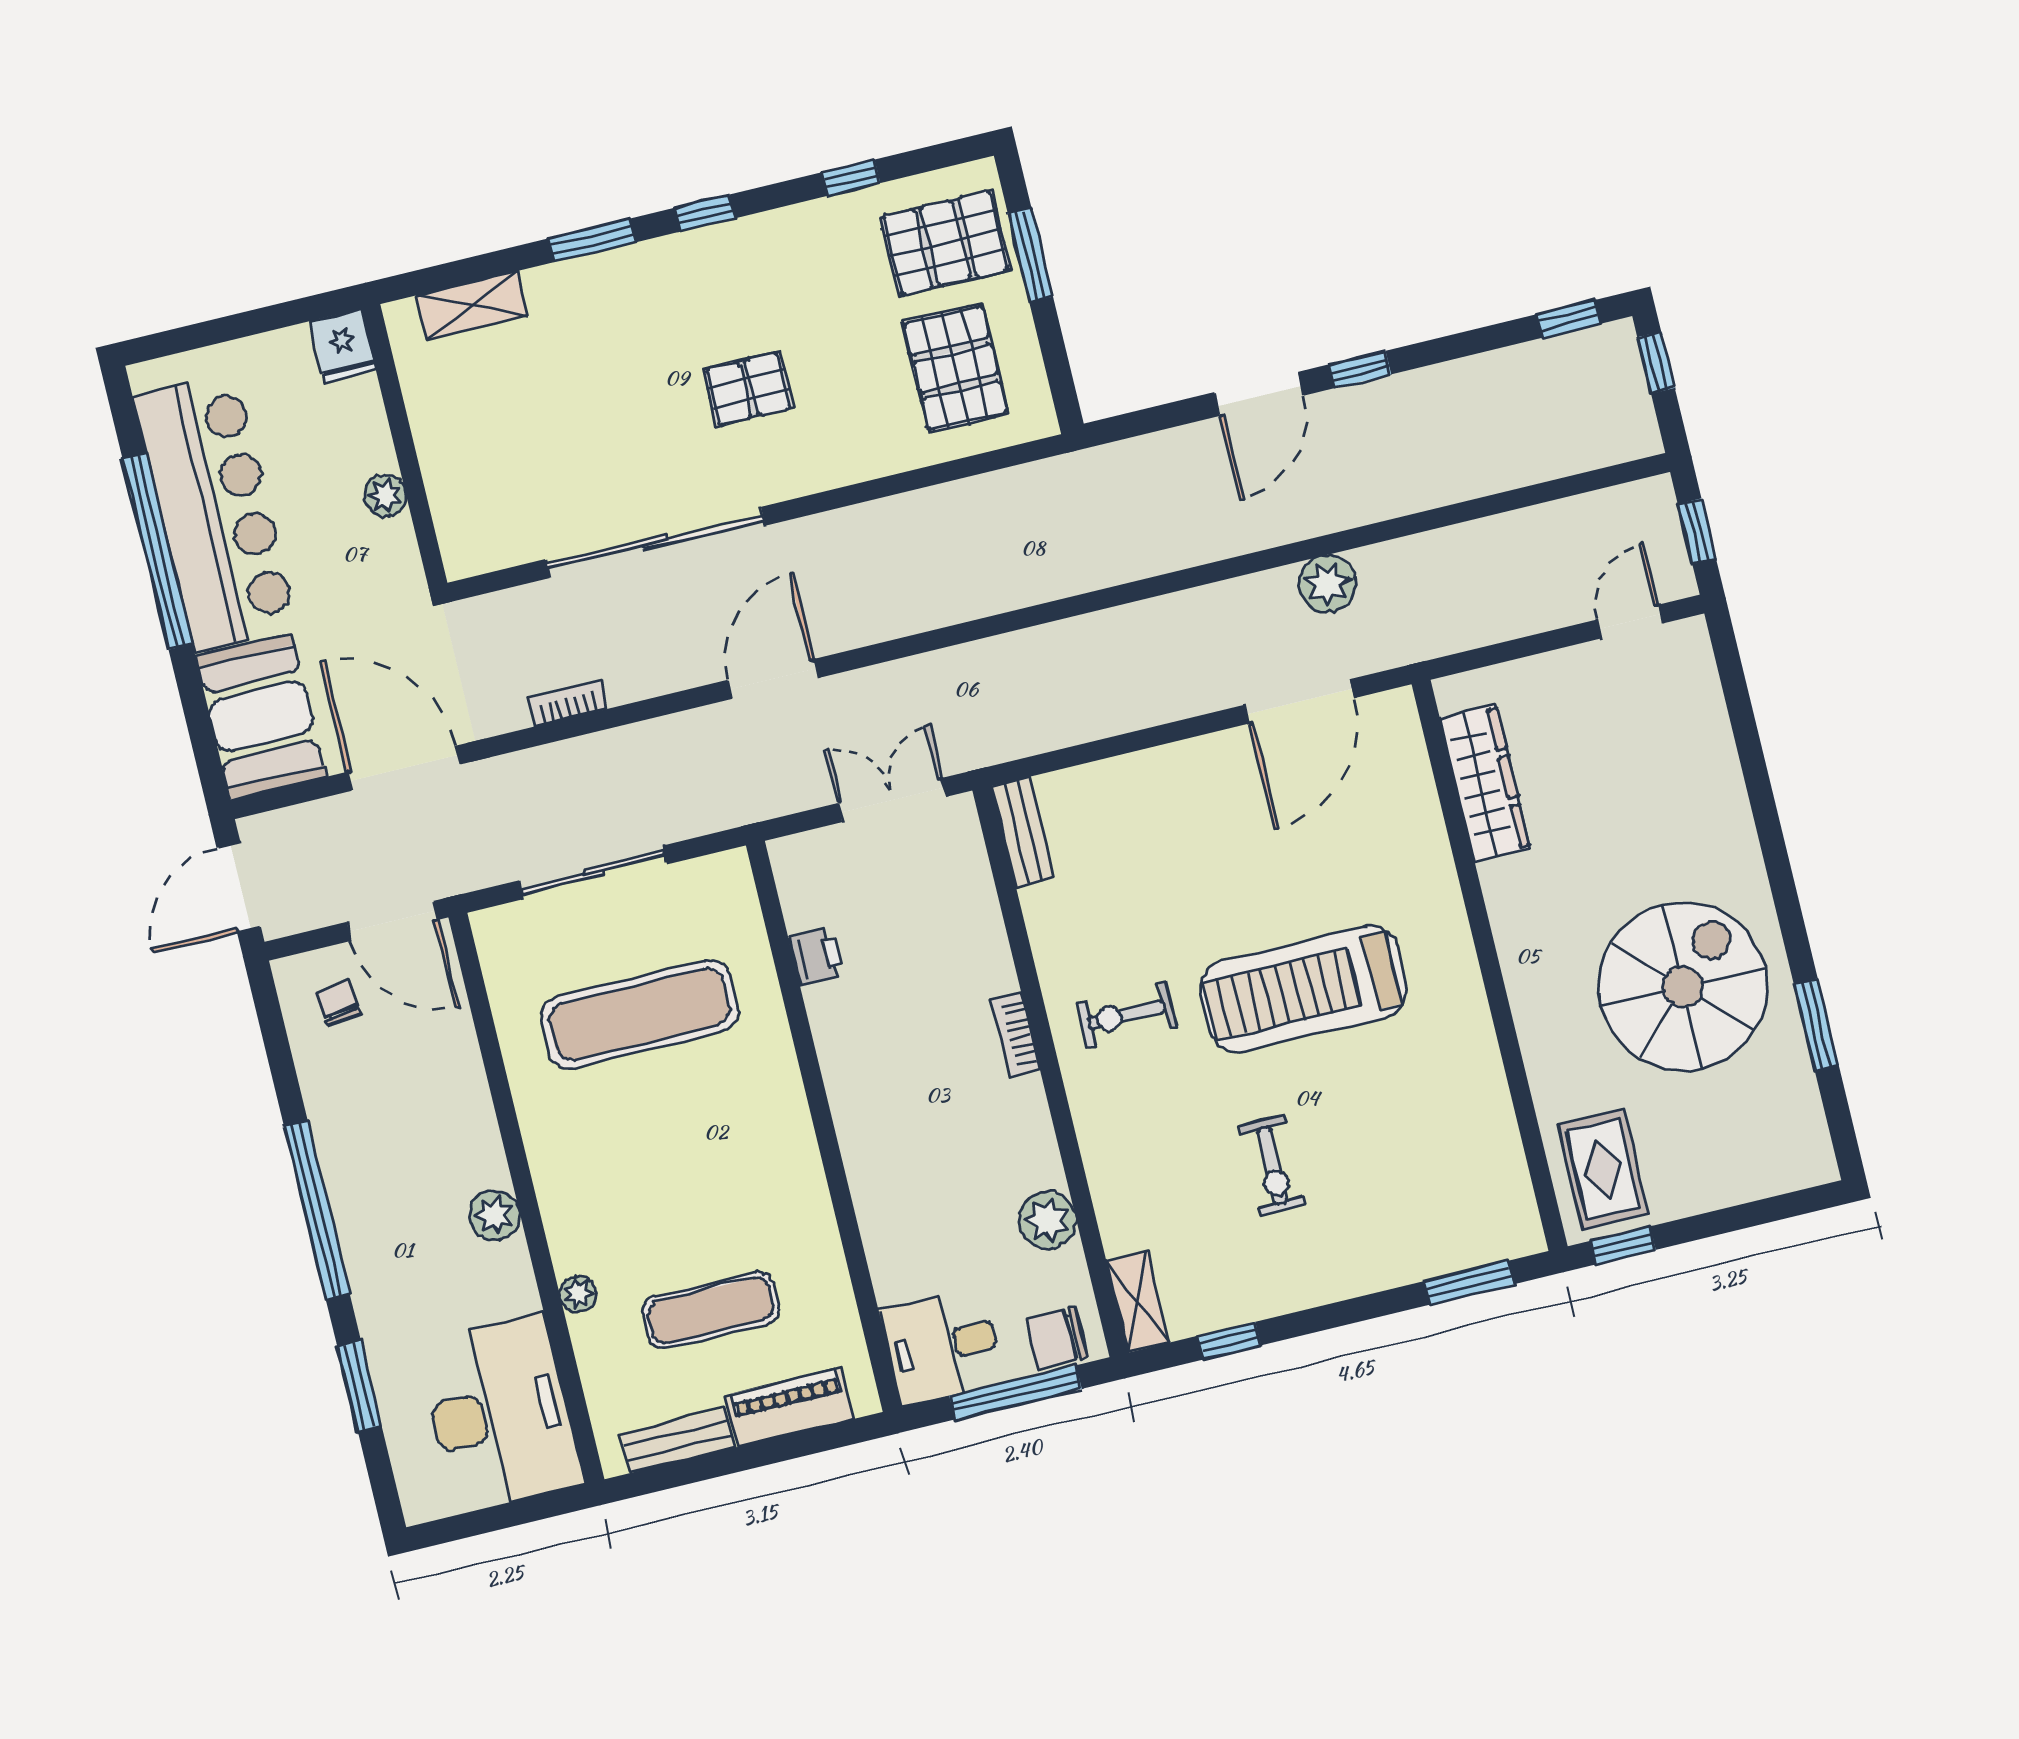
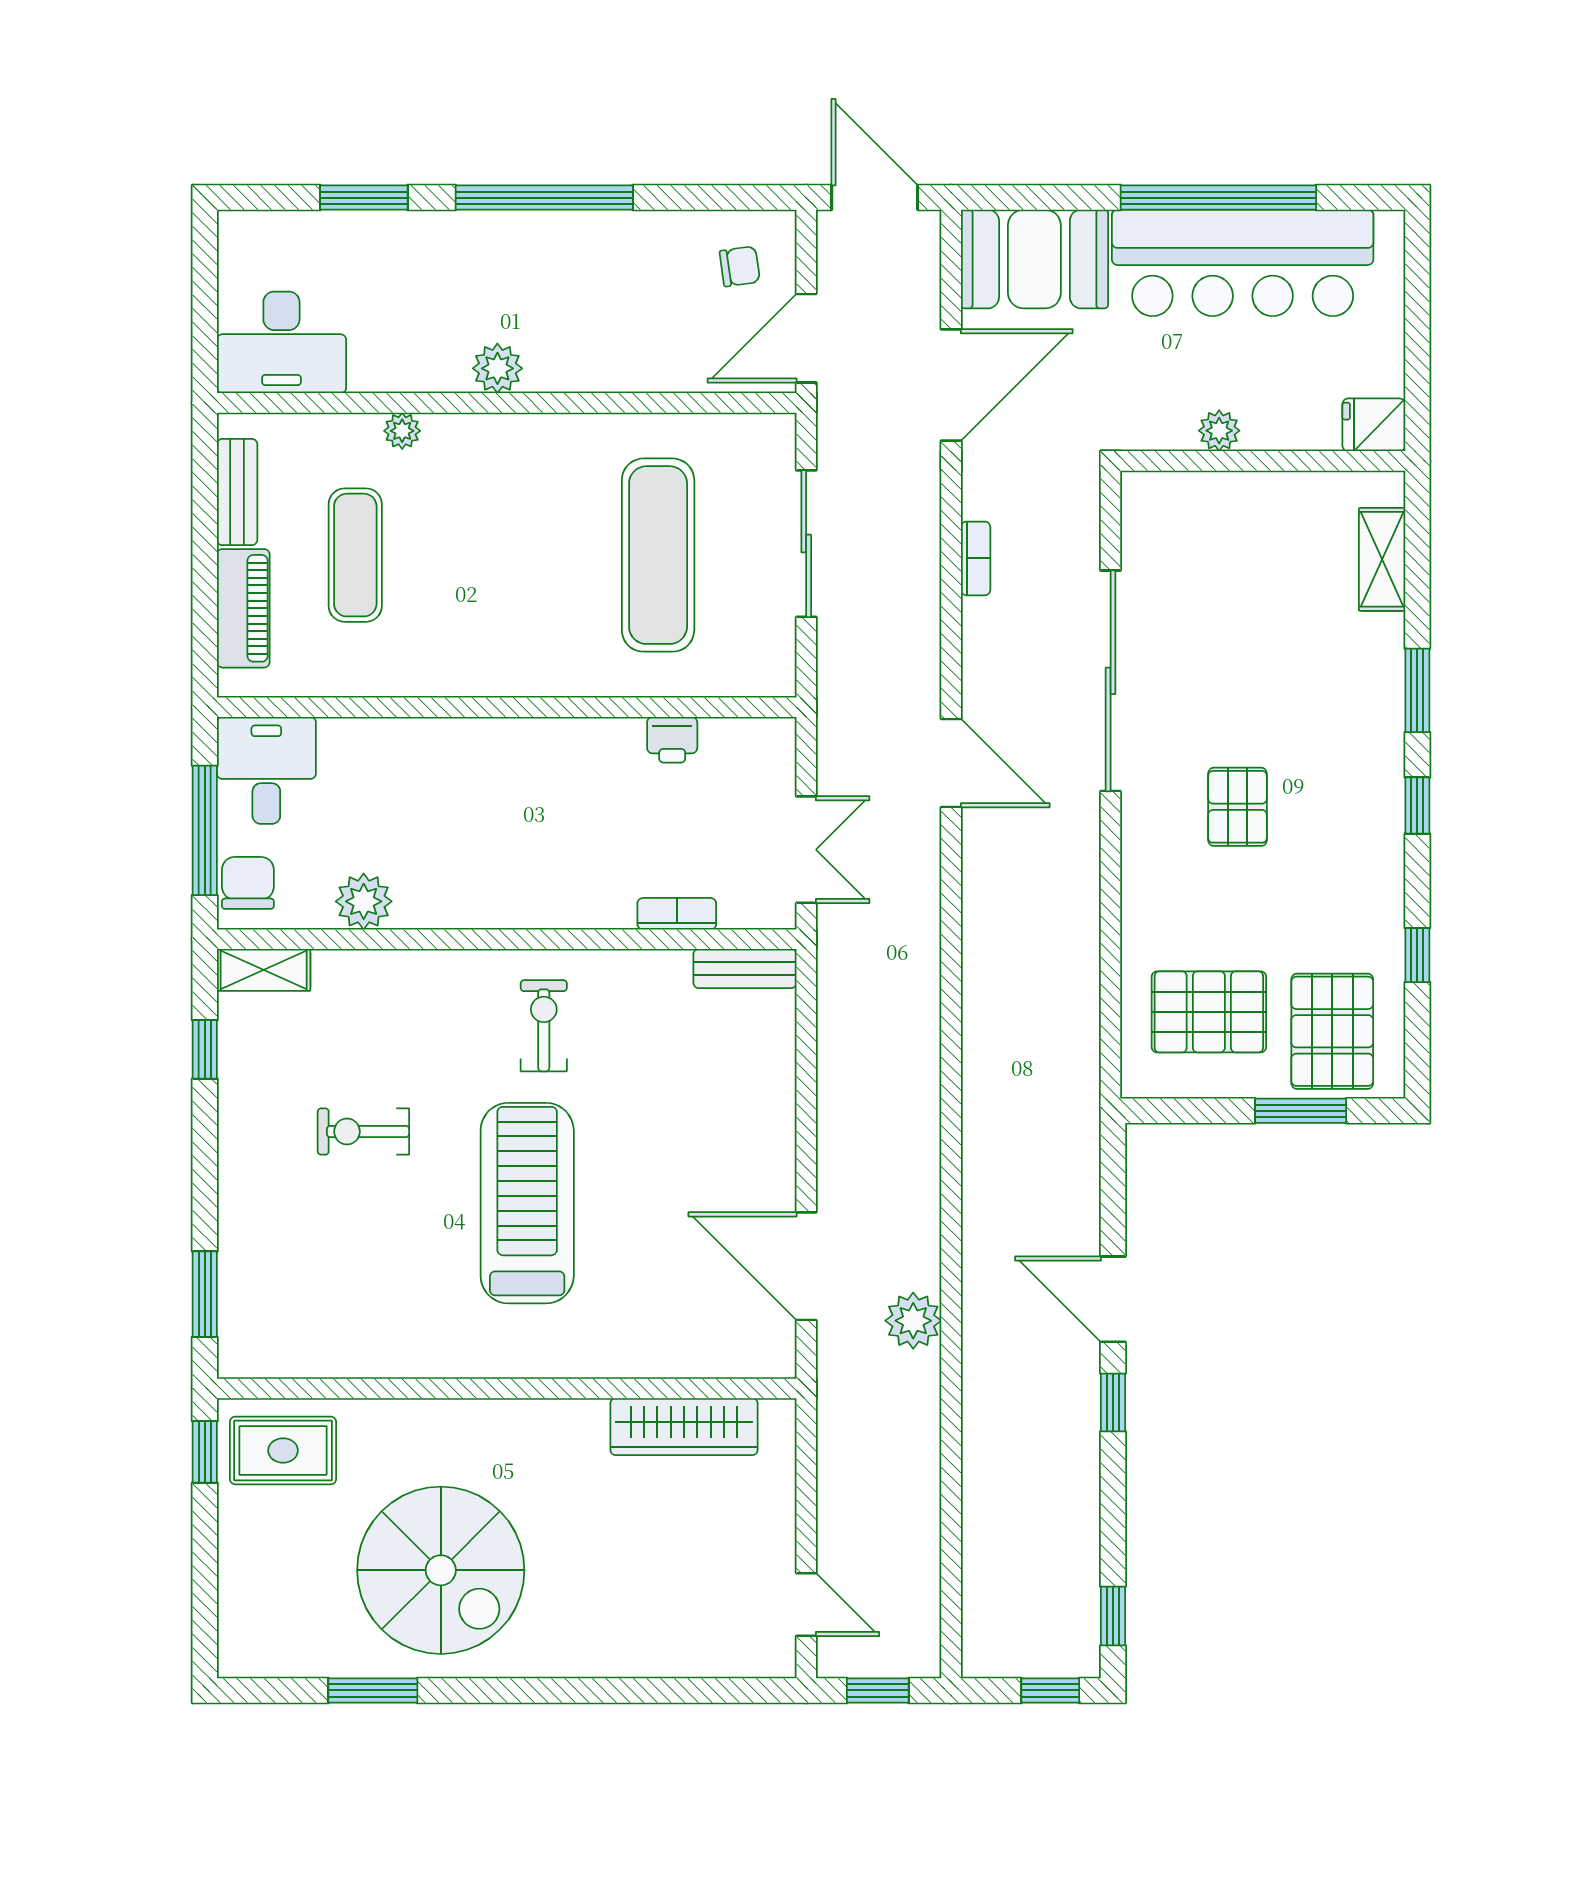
bookcase: (1015, 1034) -> (677, 914), moved
desk: (500, 1413) -> (281, 342), width x0.73, depth x0.77

